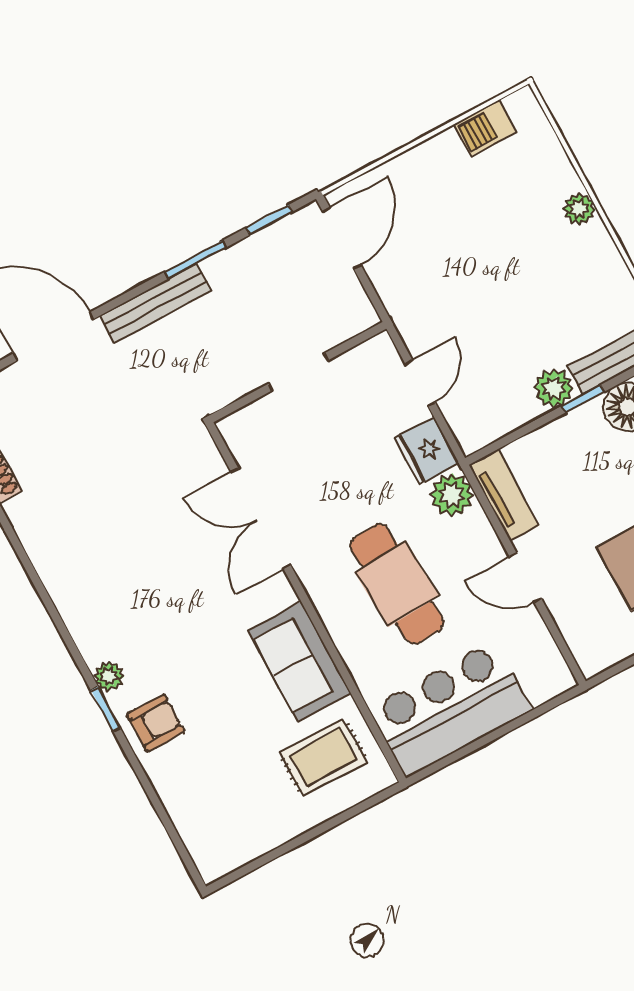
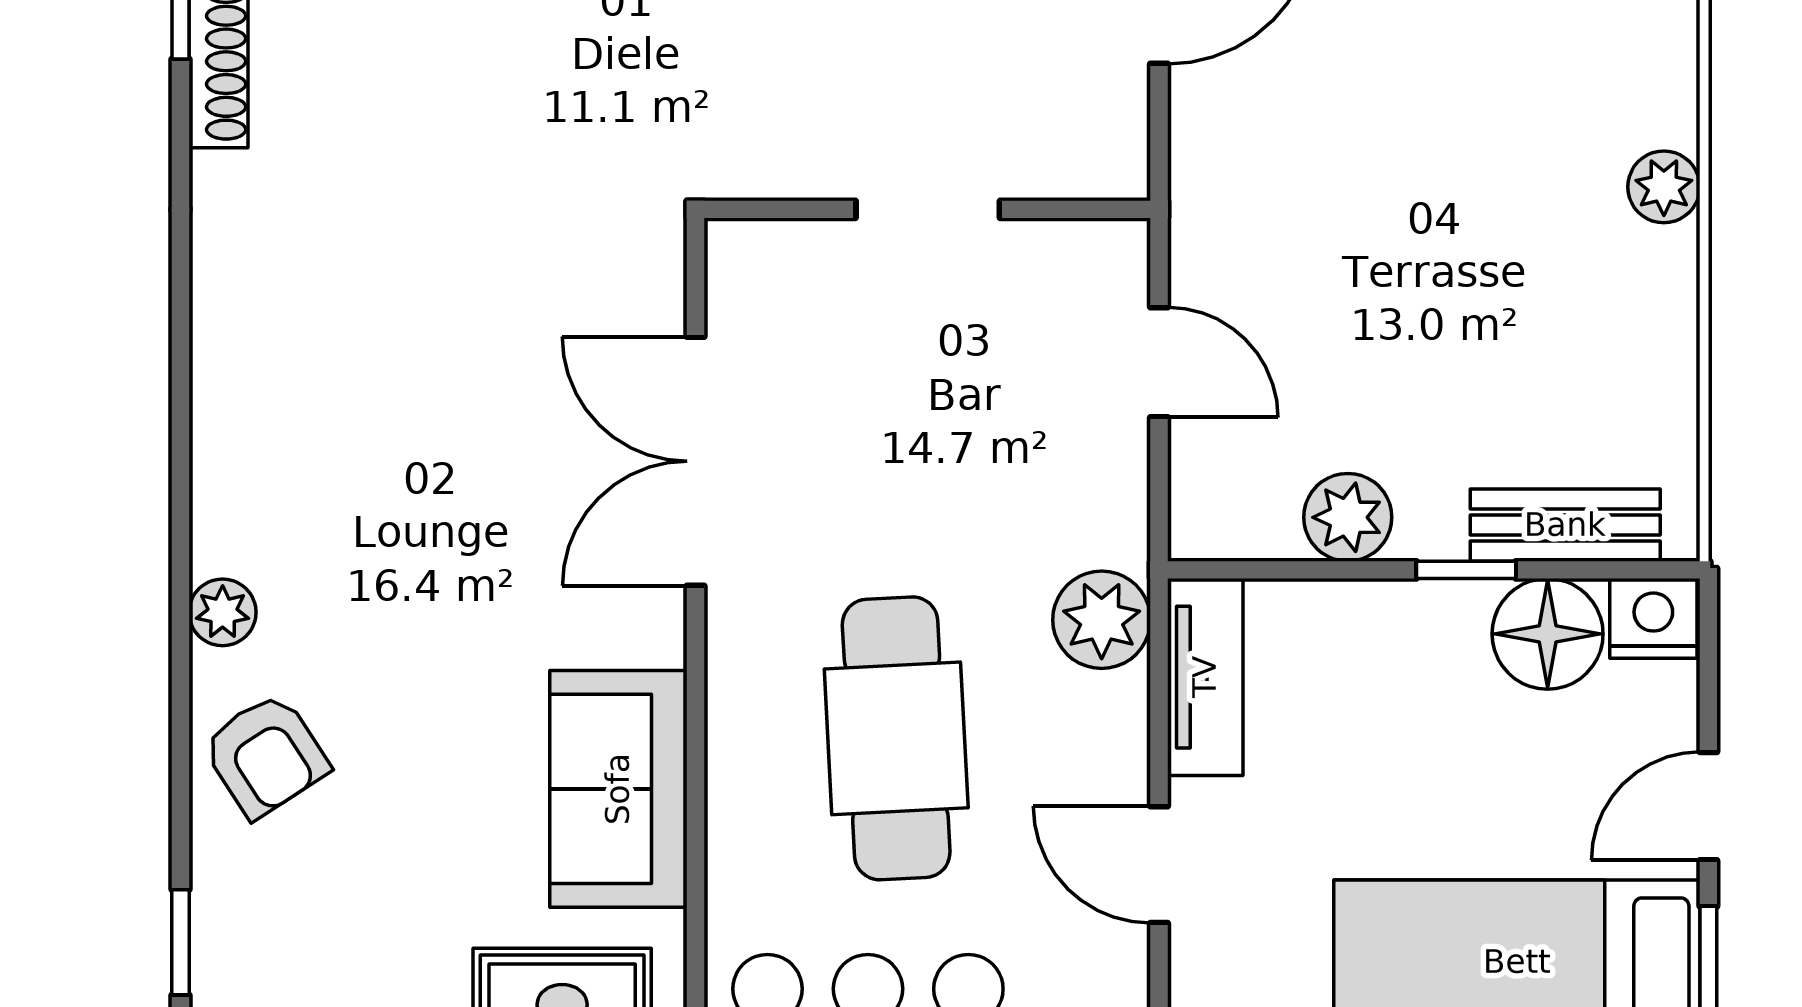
door: (420, 383) -> (1159, 362), hinge flipped
plant: (554, 388) -> (1348, 517), moved
fridge: (427, 451) -> (1099, 504), removed
window: (106, 709) -> (180, 942), moved
armchair: (156, 723) -> (266, 755), turned 57

